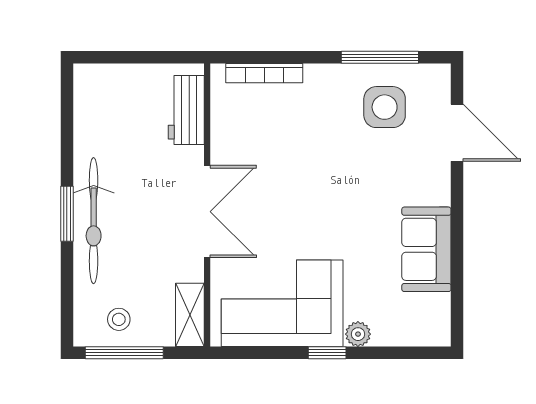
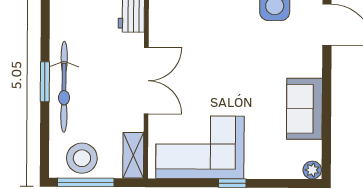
stool: (119, 319) -> (82, 158), width x1.89, depth x1.89
plant: (358, 334) -> (312, 170), moved

